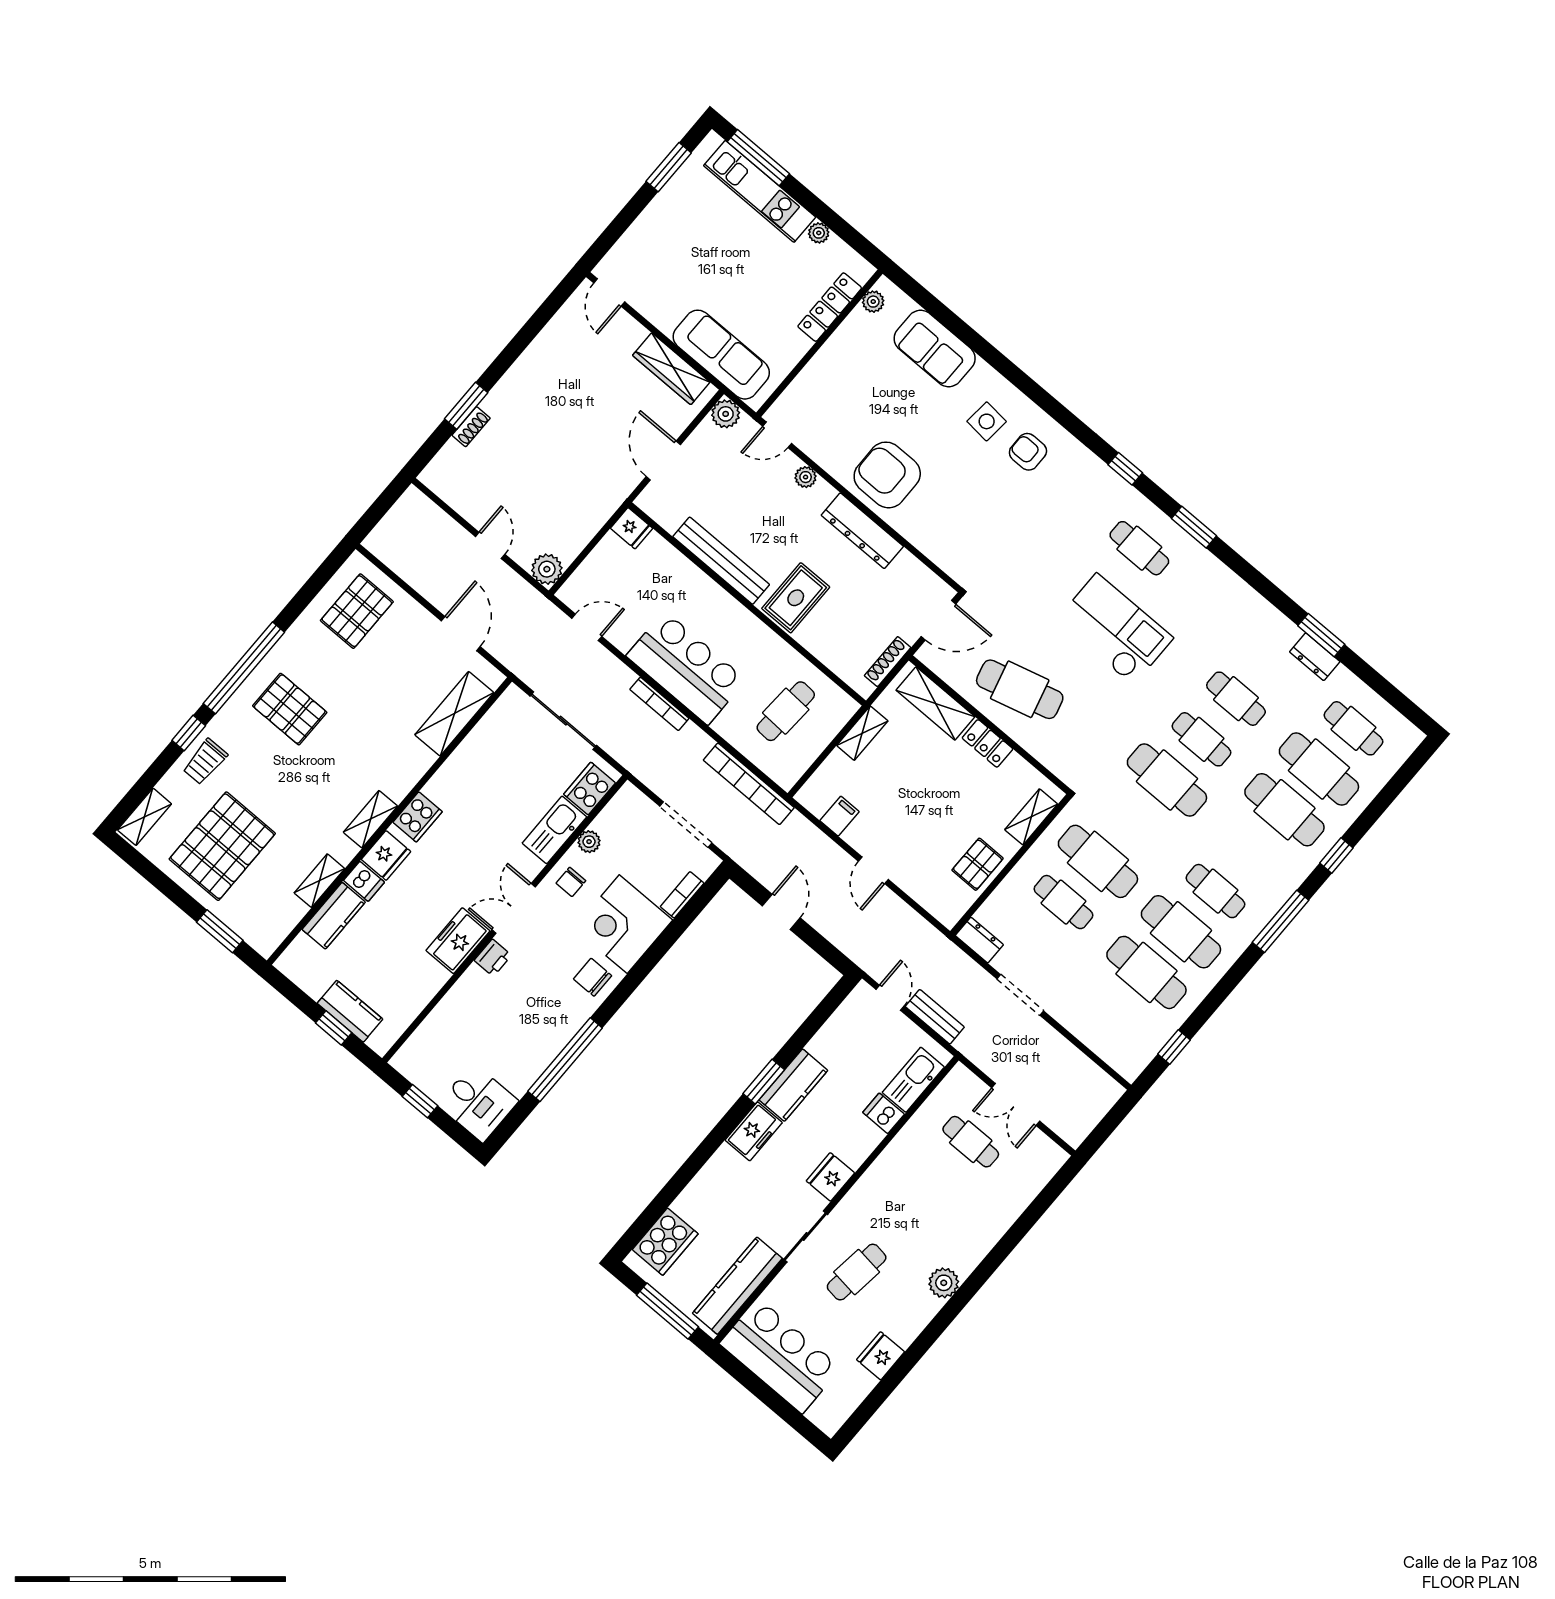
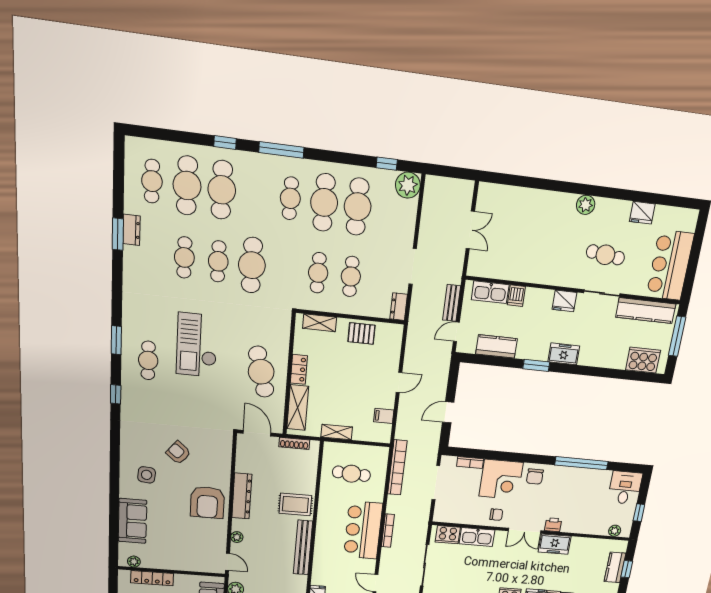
armchair: (1028, 452) -> (178, 453), moved, turned 130
plant: (589, 842) -> (615, 531), moved
cafe table: (1098, 861) -> (318, 273), width x0.73, depth x0.74
plant: (1129, 1057) -> (408, 185), added
kitchen counter: (793, 1085) -> (497, 346), moved
cafe table: (971, 1142) -> (504, 241), removed

